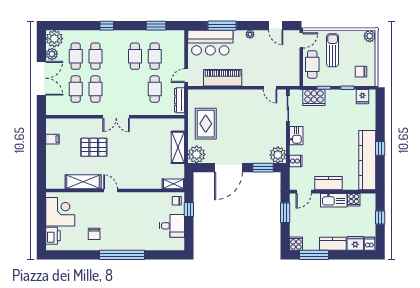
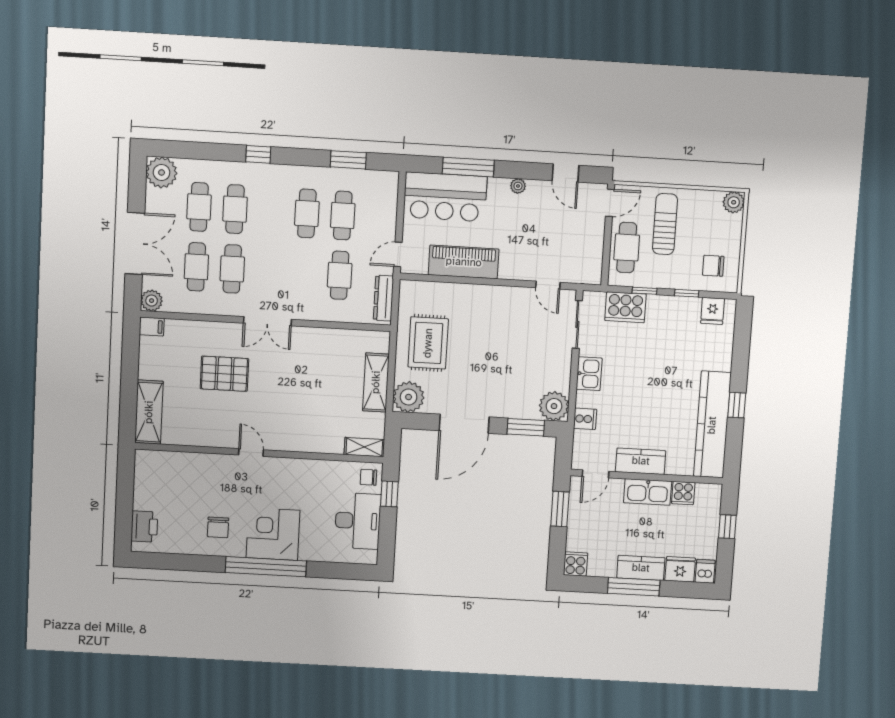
plant: (52, 54) -> (152, 301), moved
filing cabinet: (53, 139) -> (152, 327), moved
shelving: (83, 182) -> (149, 412), moved, turned 90
corner desk: (60, 212) -> (273, 534), moved, turned -90
desk: (172, 226) -> (358, 521), width x1.37
window: (314, 255) -> (634, 587), moved

